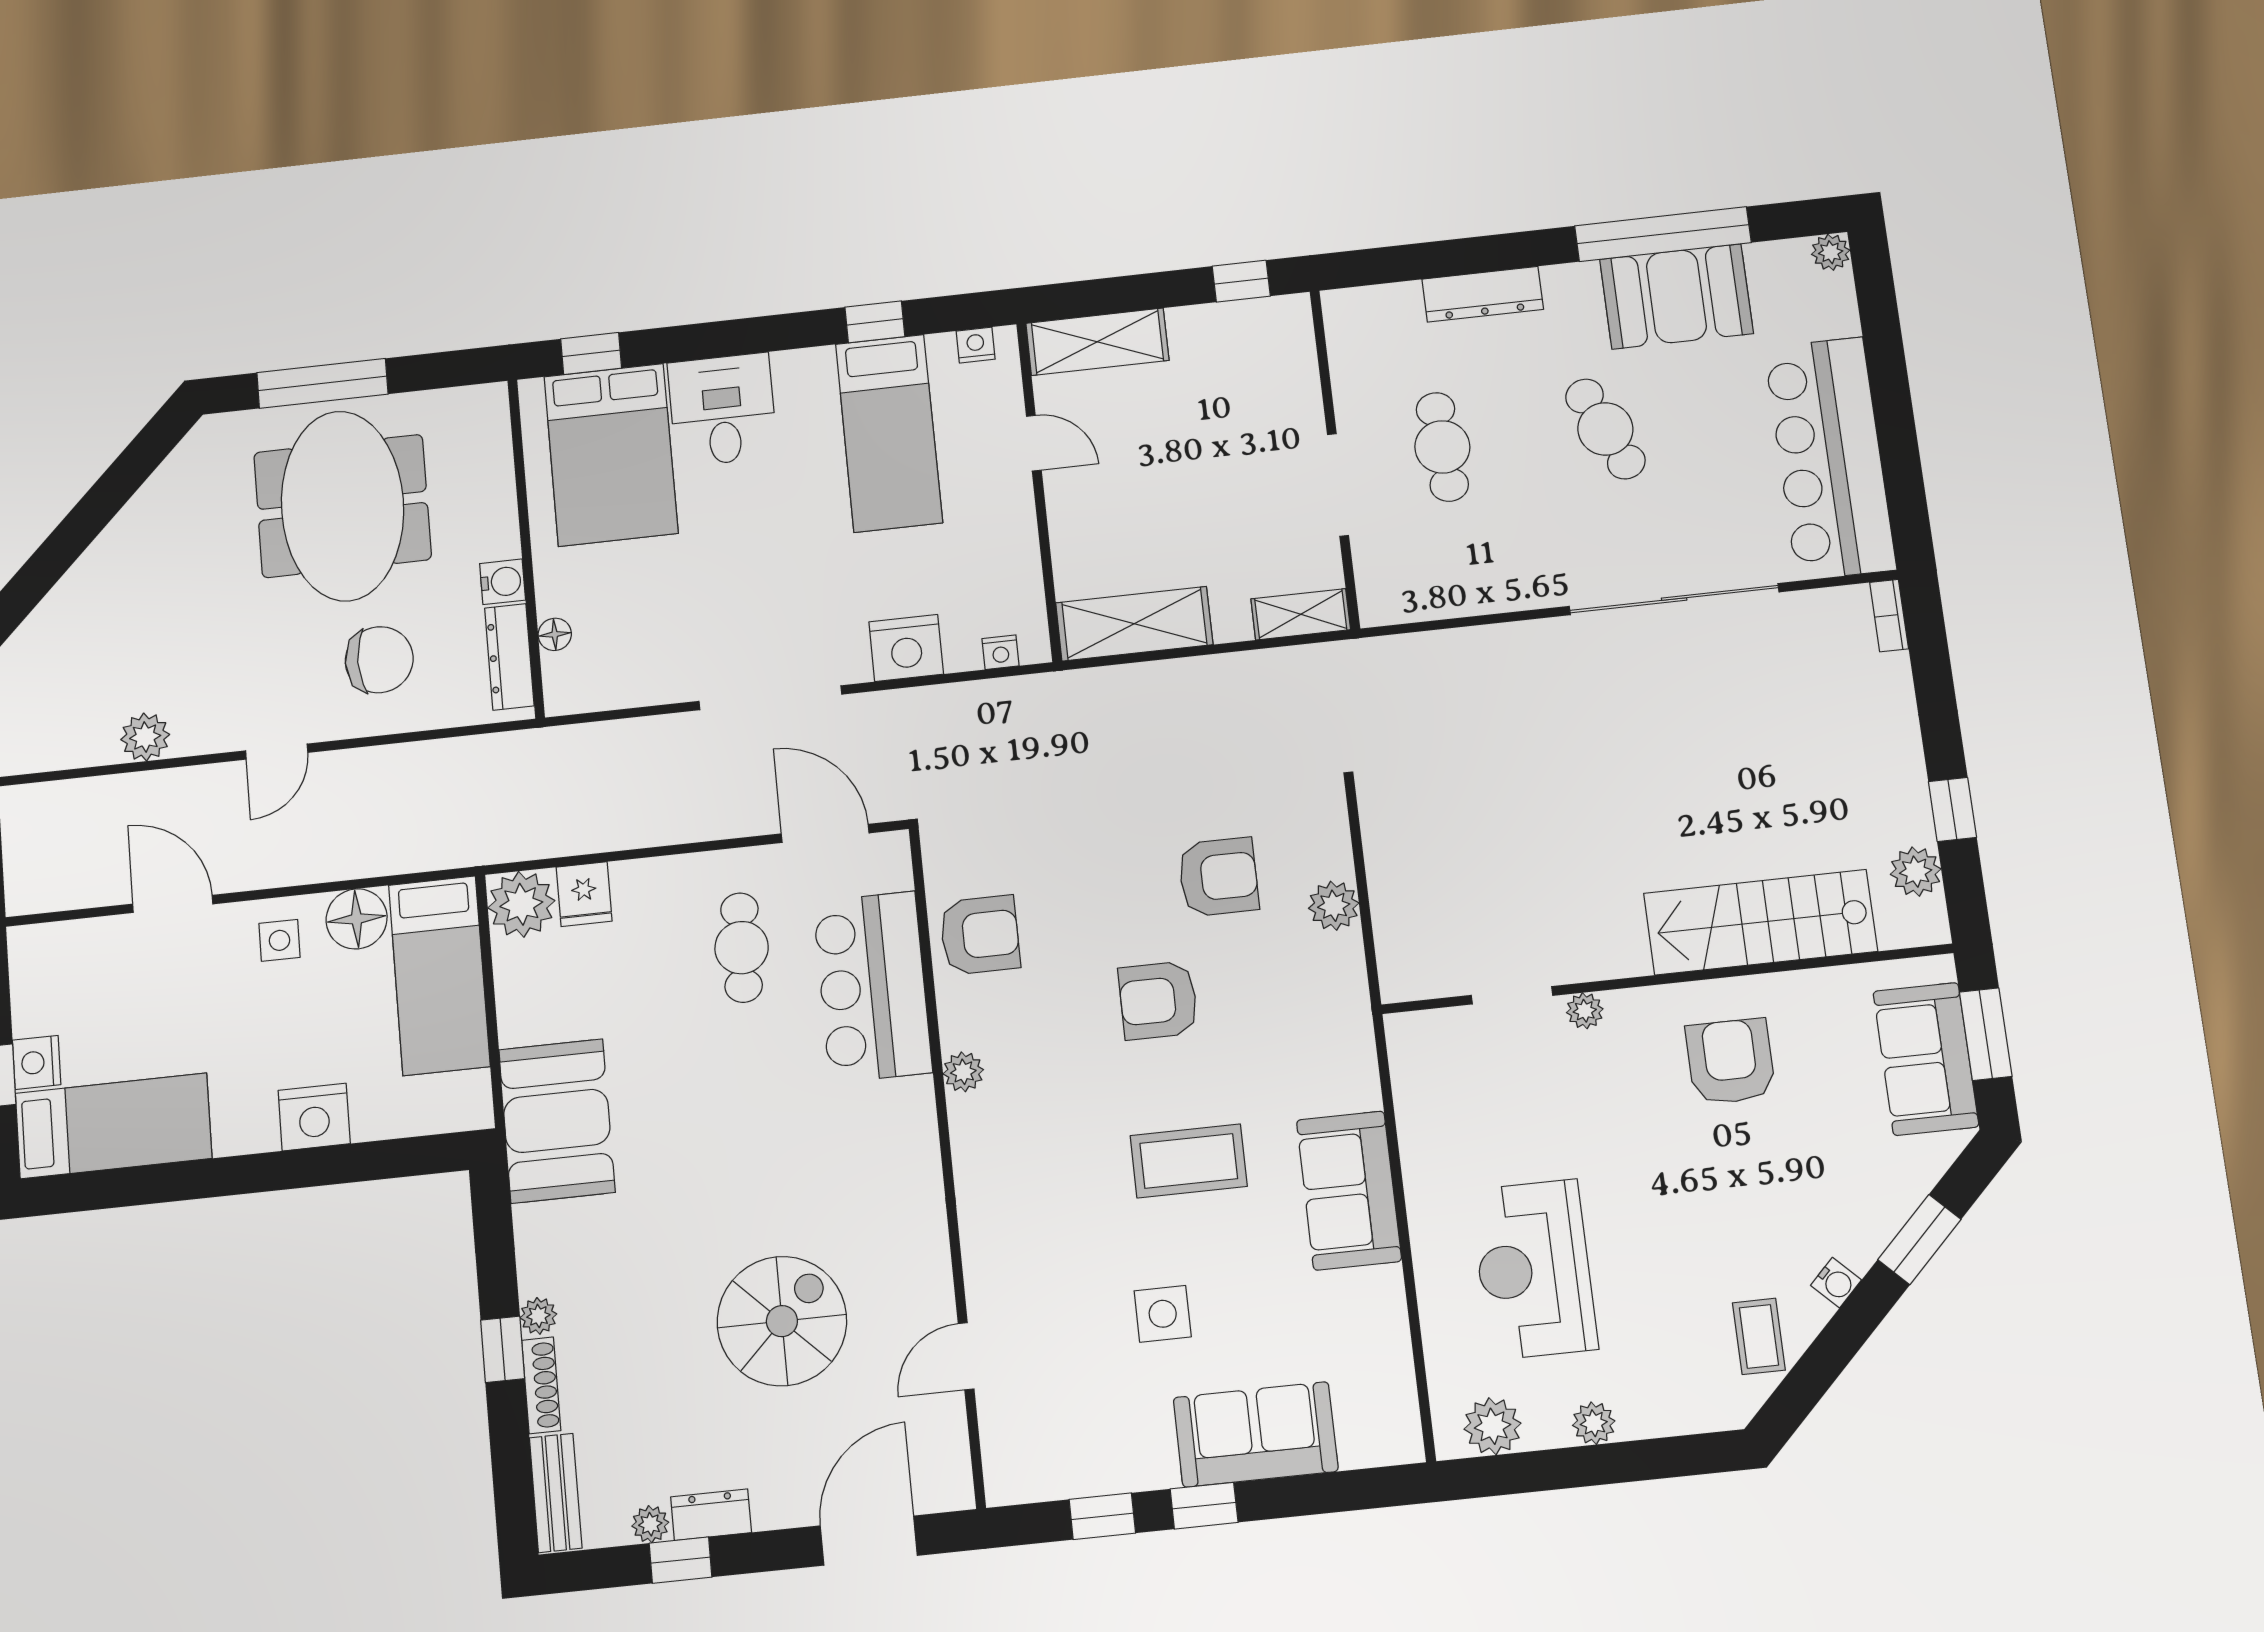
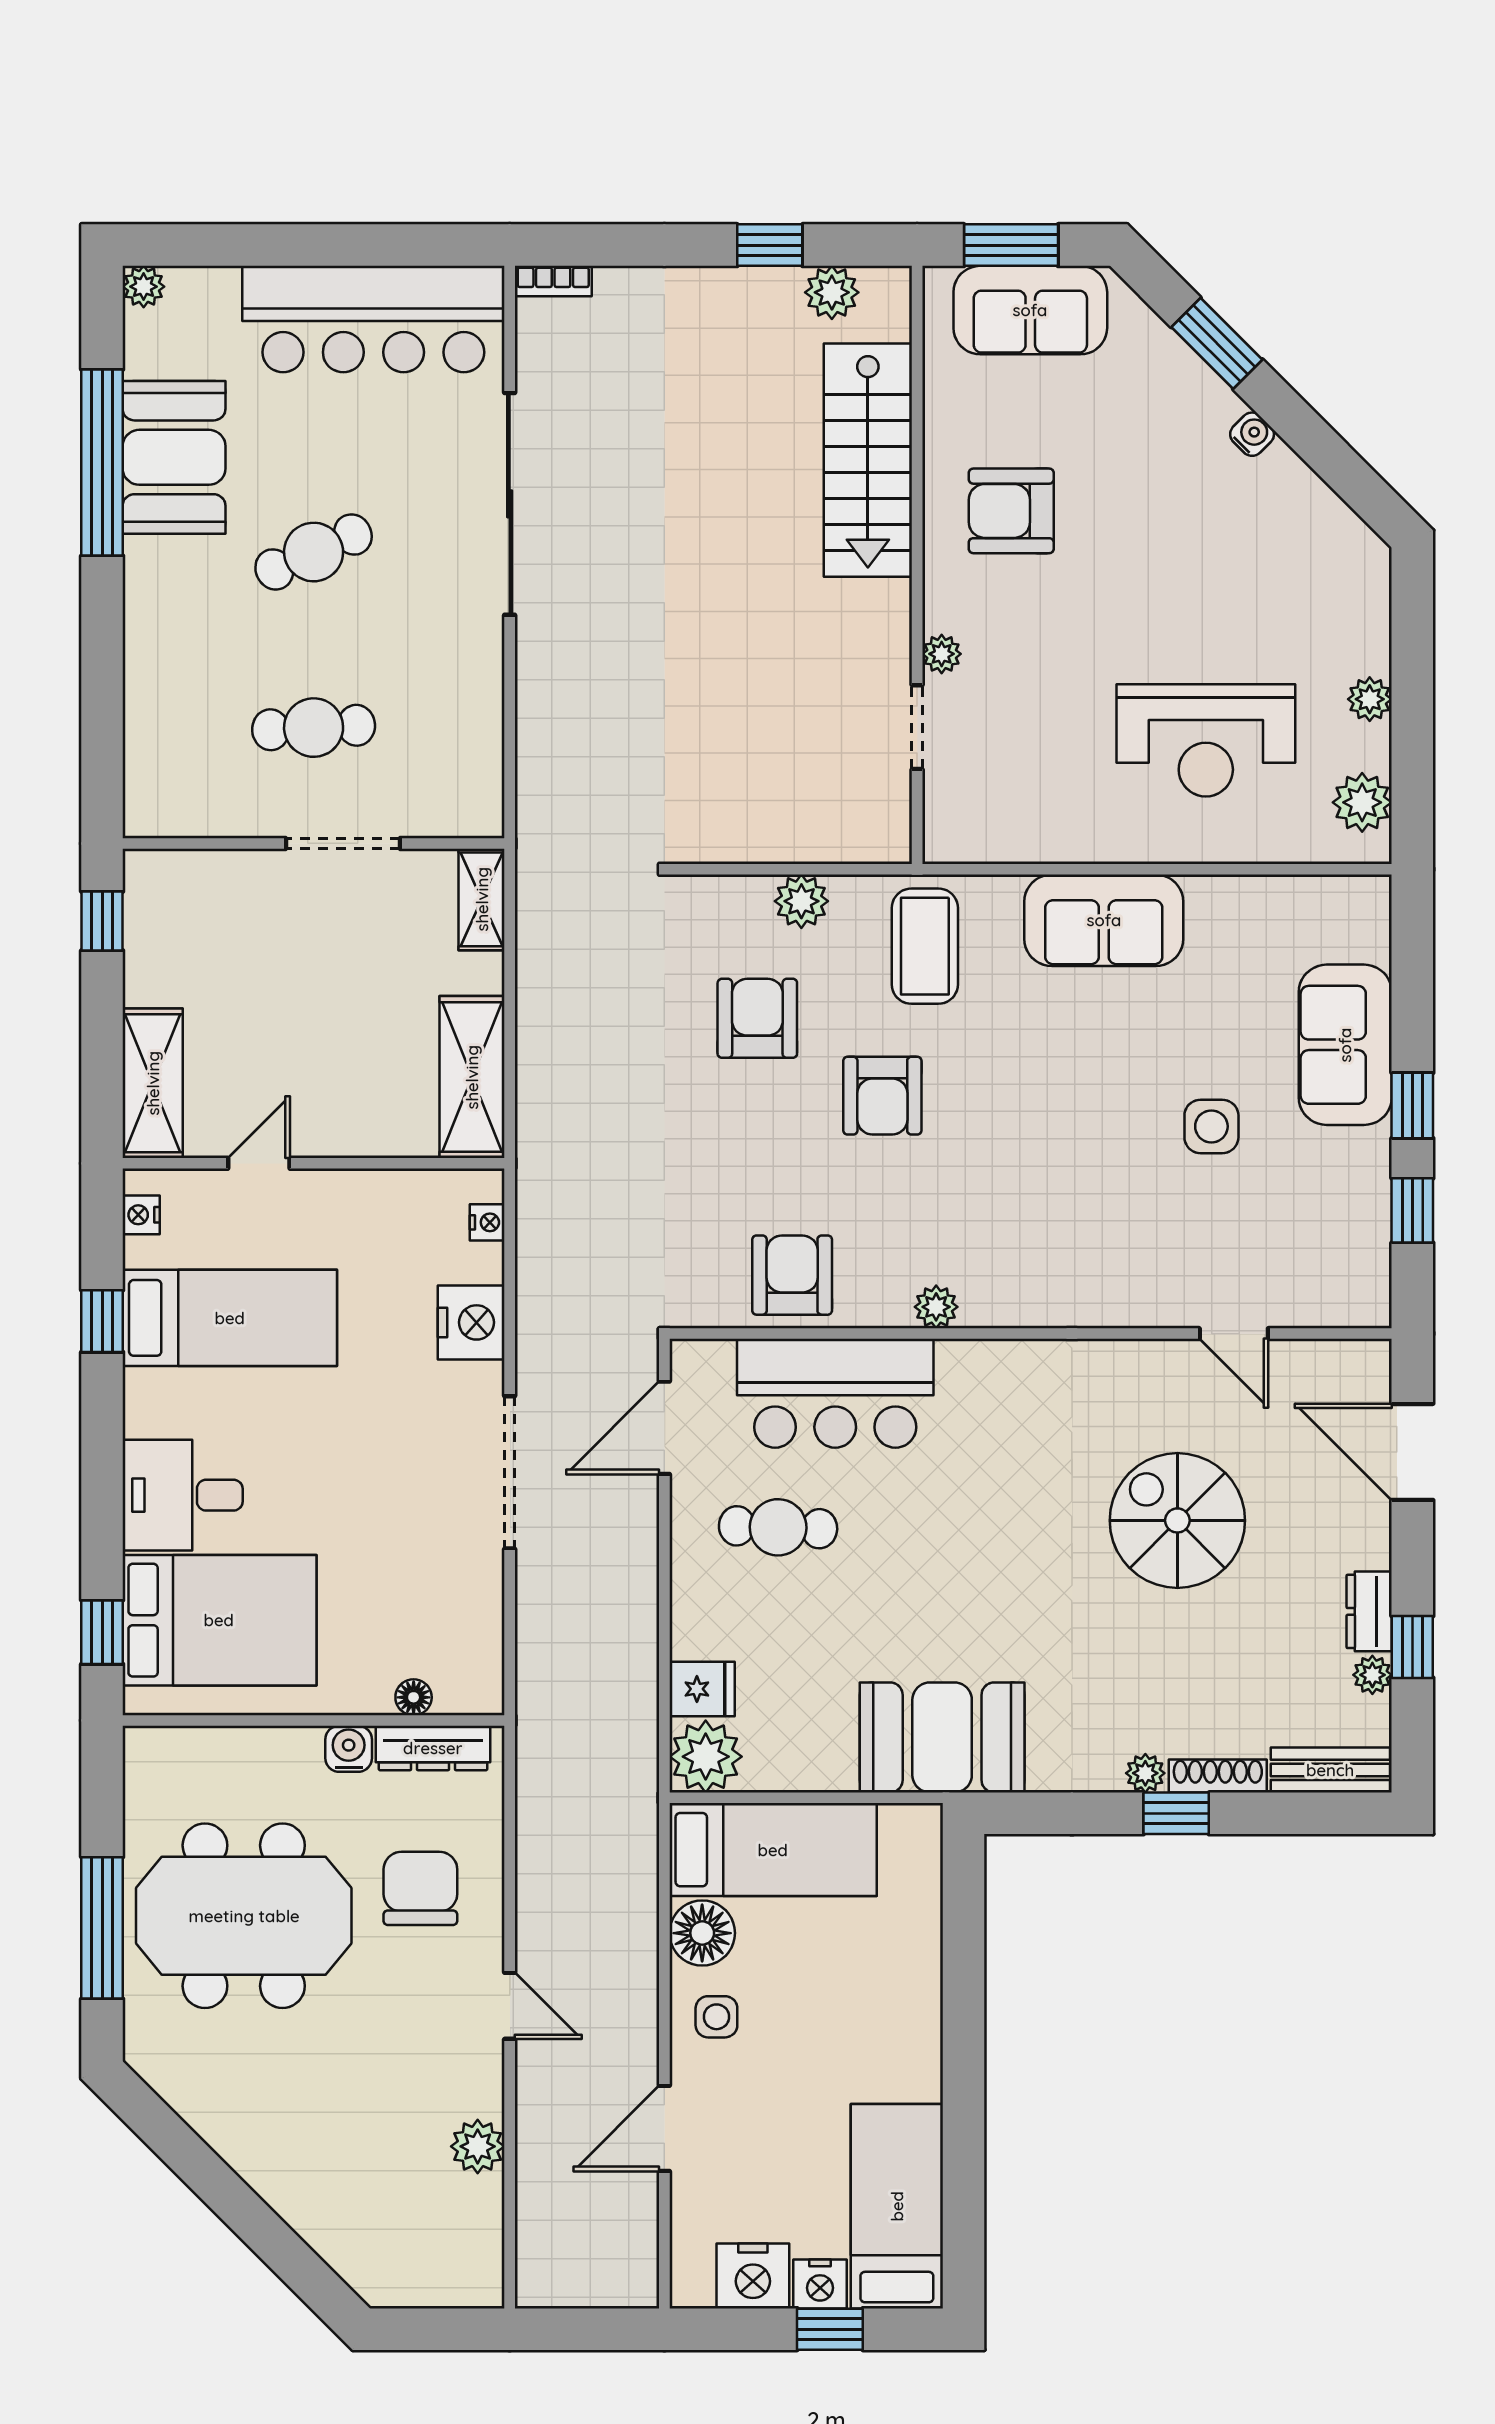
dresser: (1483, 294) -> (147, 664), removed
nightstand: (314, 1117) -> (753, 2276), moved, turned 90
coffee table: (1189, 1161) -> (925, 946), moved
coffee table: (1759, 1336) -> (1299, 520), removed

